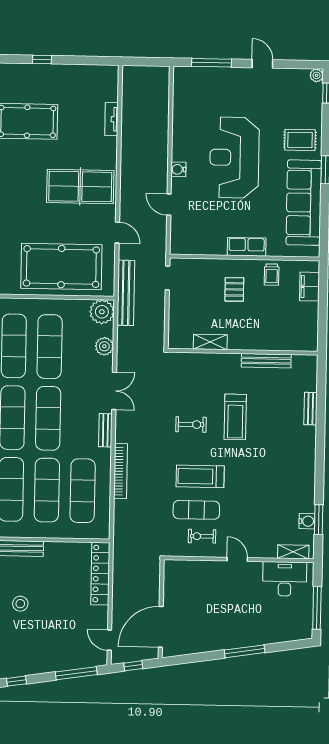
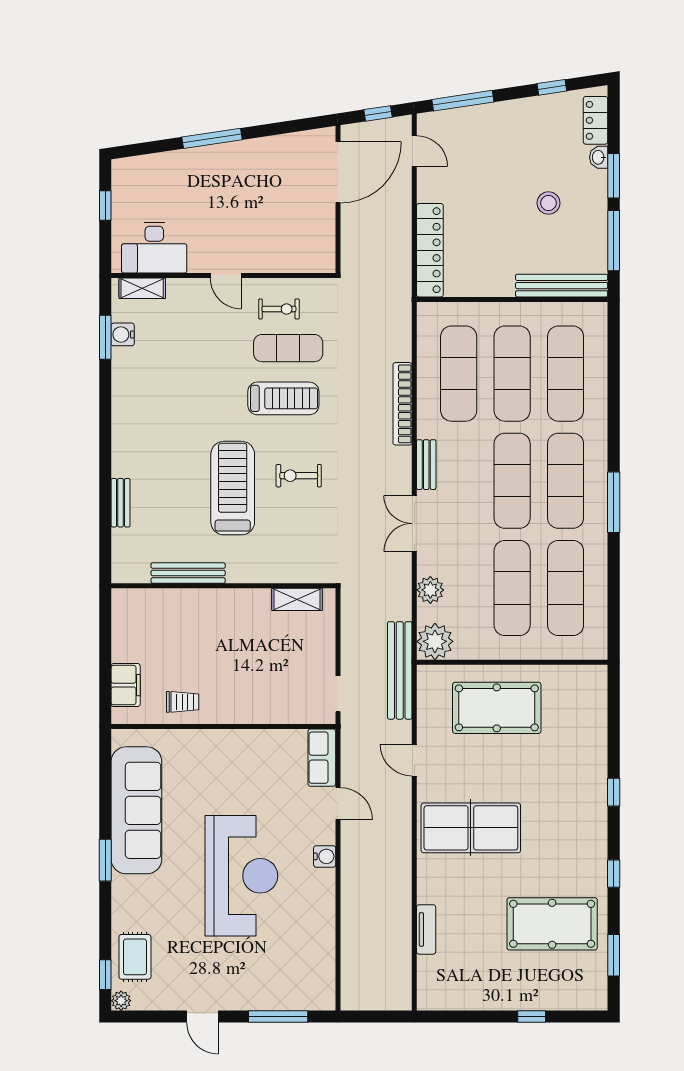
rug: (300, 140) -> (135, 957), moved, turned 90
row of seats: (247, 247) -> (322, 758), moved, turned 90
pool table: (61, 267) -> (497, 708), width x0.73, depth x0.76
trolley: (272, 275) -> (183, 702), turned 90
pallet: (234, 289) -> (238, 679), removed
shelving: (210, 342) -> (297, 599), moved
treadmill: (235, 417) -> (233, 488), width x1.37, depth x1.38
window: (317, 608) -> (105, 205), width x0.46

